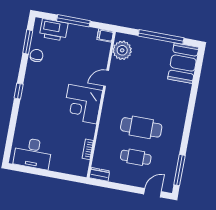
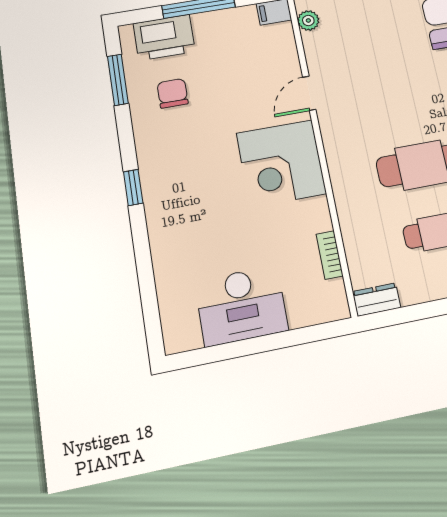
plant: (122, 50) -> (308, 20), width x0.53, depth x0.53
chair: (37, 55) -> (173, 93), moved
desk: (33, 153) -> (241, 306), moved

